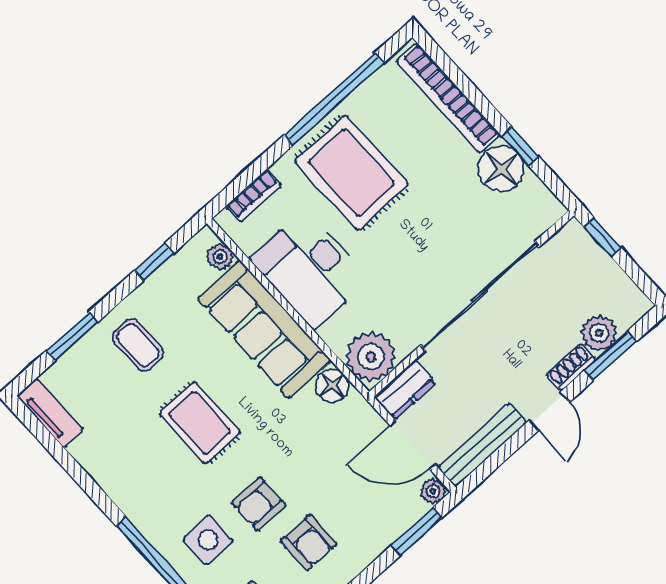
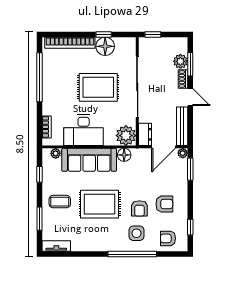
rug: (351, 173) -> (98, 87), moved
rug: (200, 423) -> (100, 204), width x1.36, depth x1.43

